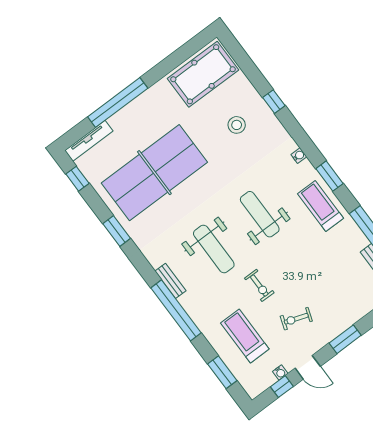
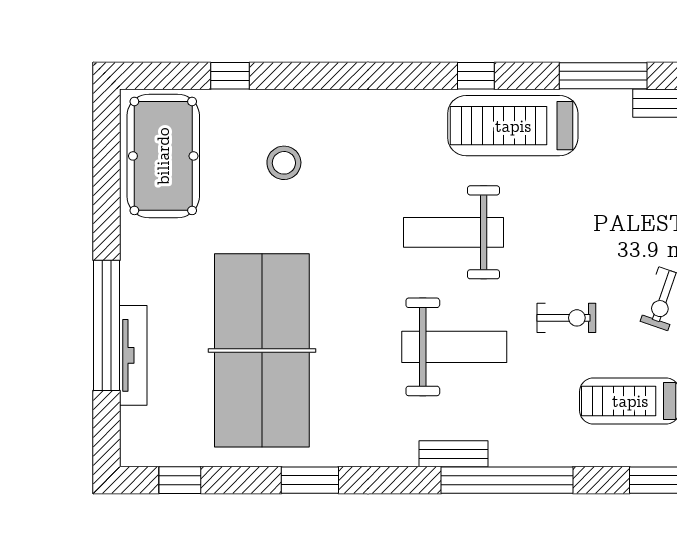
window: (274, 102) -> (230, 76), moved
tv unit: (89, 141) -> (133, 355), moved
water cooler: (299, 156) -> (407, 100), removed
window: (330, 176) -> (476, 76), width x0.67
treadmill: (321, 206) -> (513, 126), width x1.37, depth x1.38

